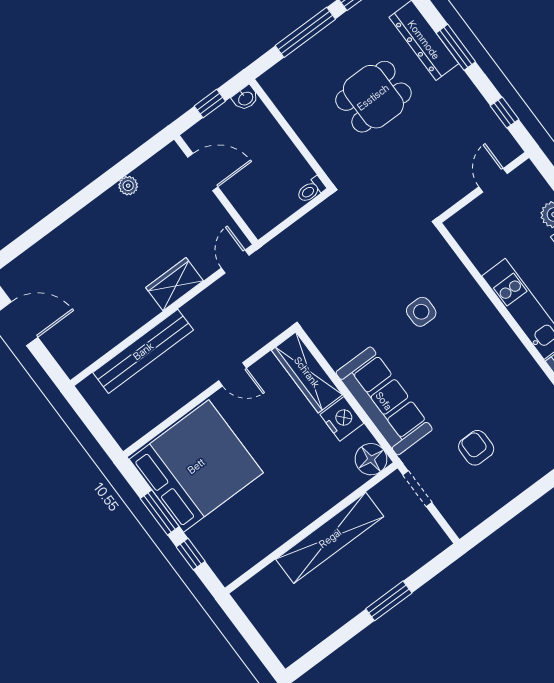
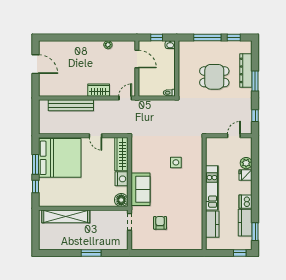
sofa: (384, 401) -> (141, 189), width x0.73
shelving: (330, 538) -> (66, 216), moved

